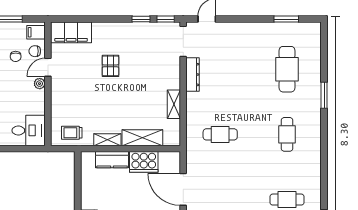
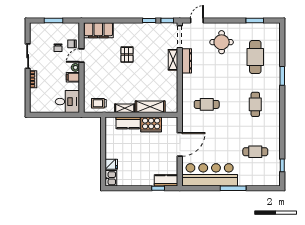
filing cabinet: (36, 32) -> (73, 77), moved
round table: (241, 49) -> (222, 42), added
shelving: (174, 104) -> (173, 60), moved
door: (183, 189) -> (180, 144), swing flipped

